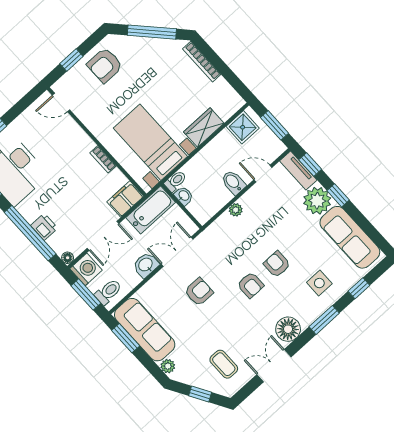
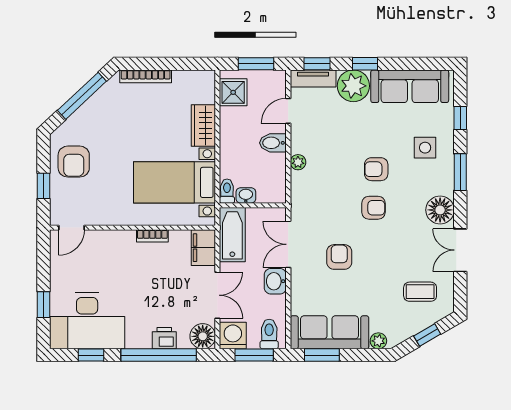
floor lamp: (68, 258) -> (203, 336), width x1.89, depth x1.89

